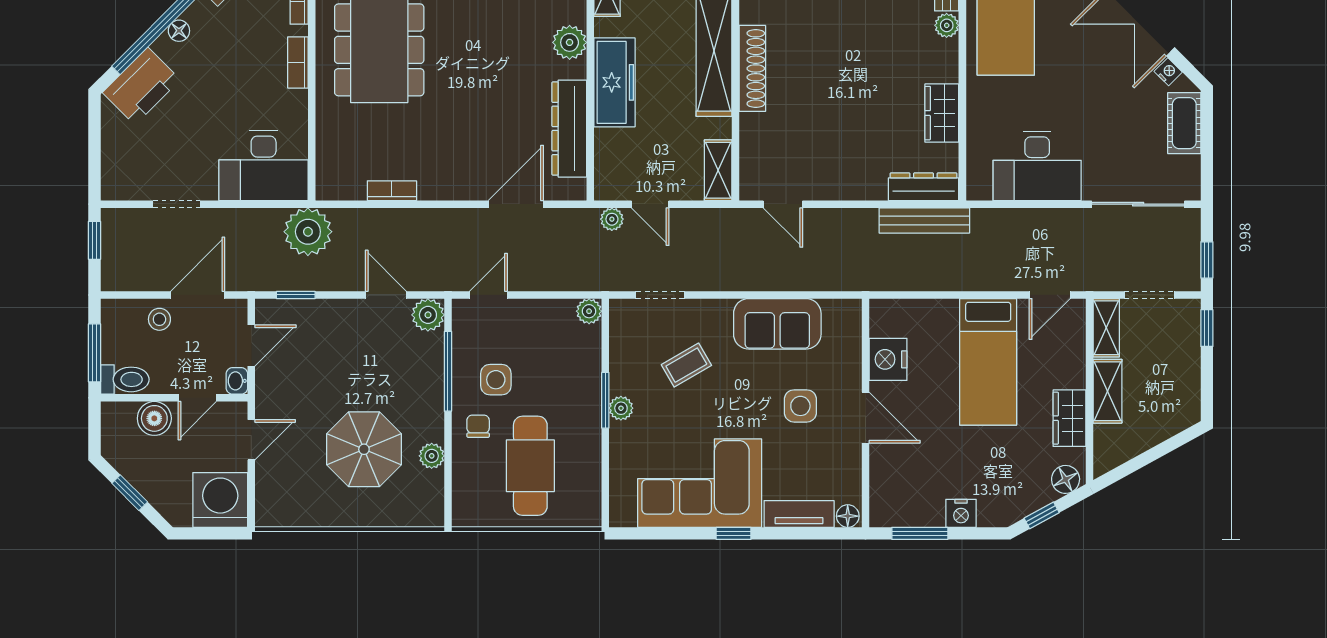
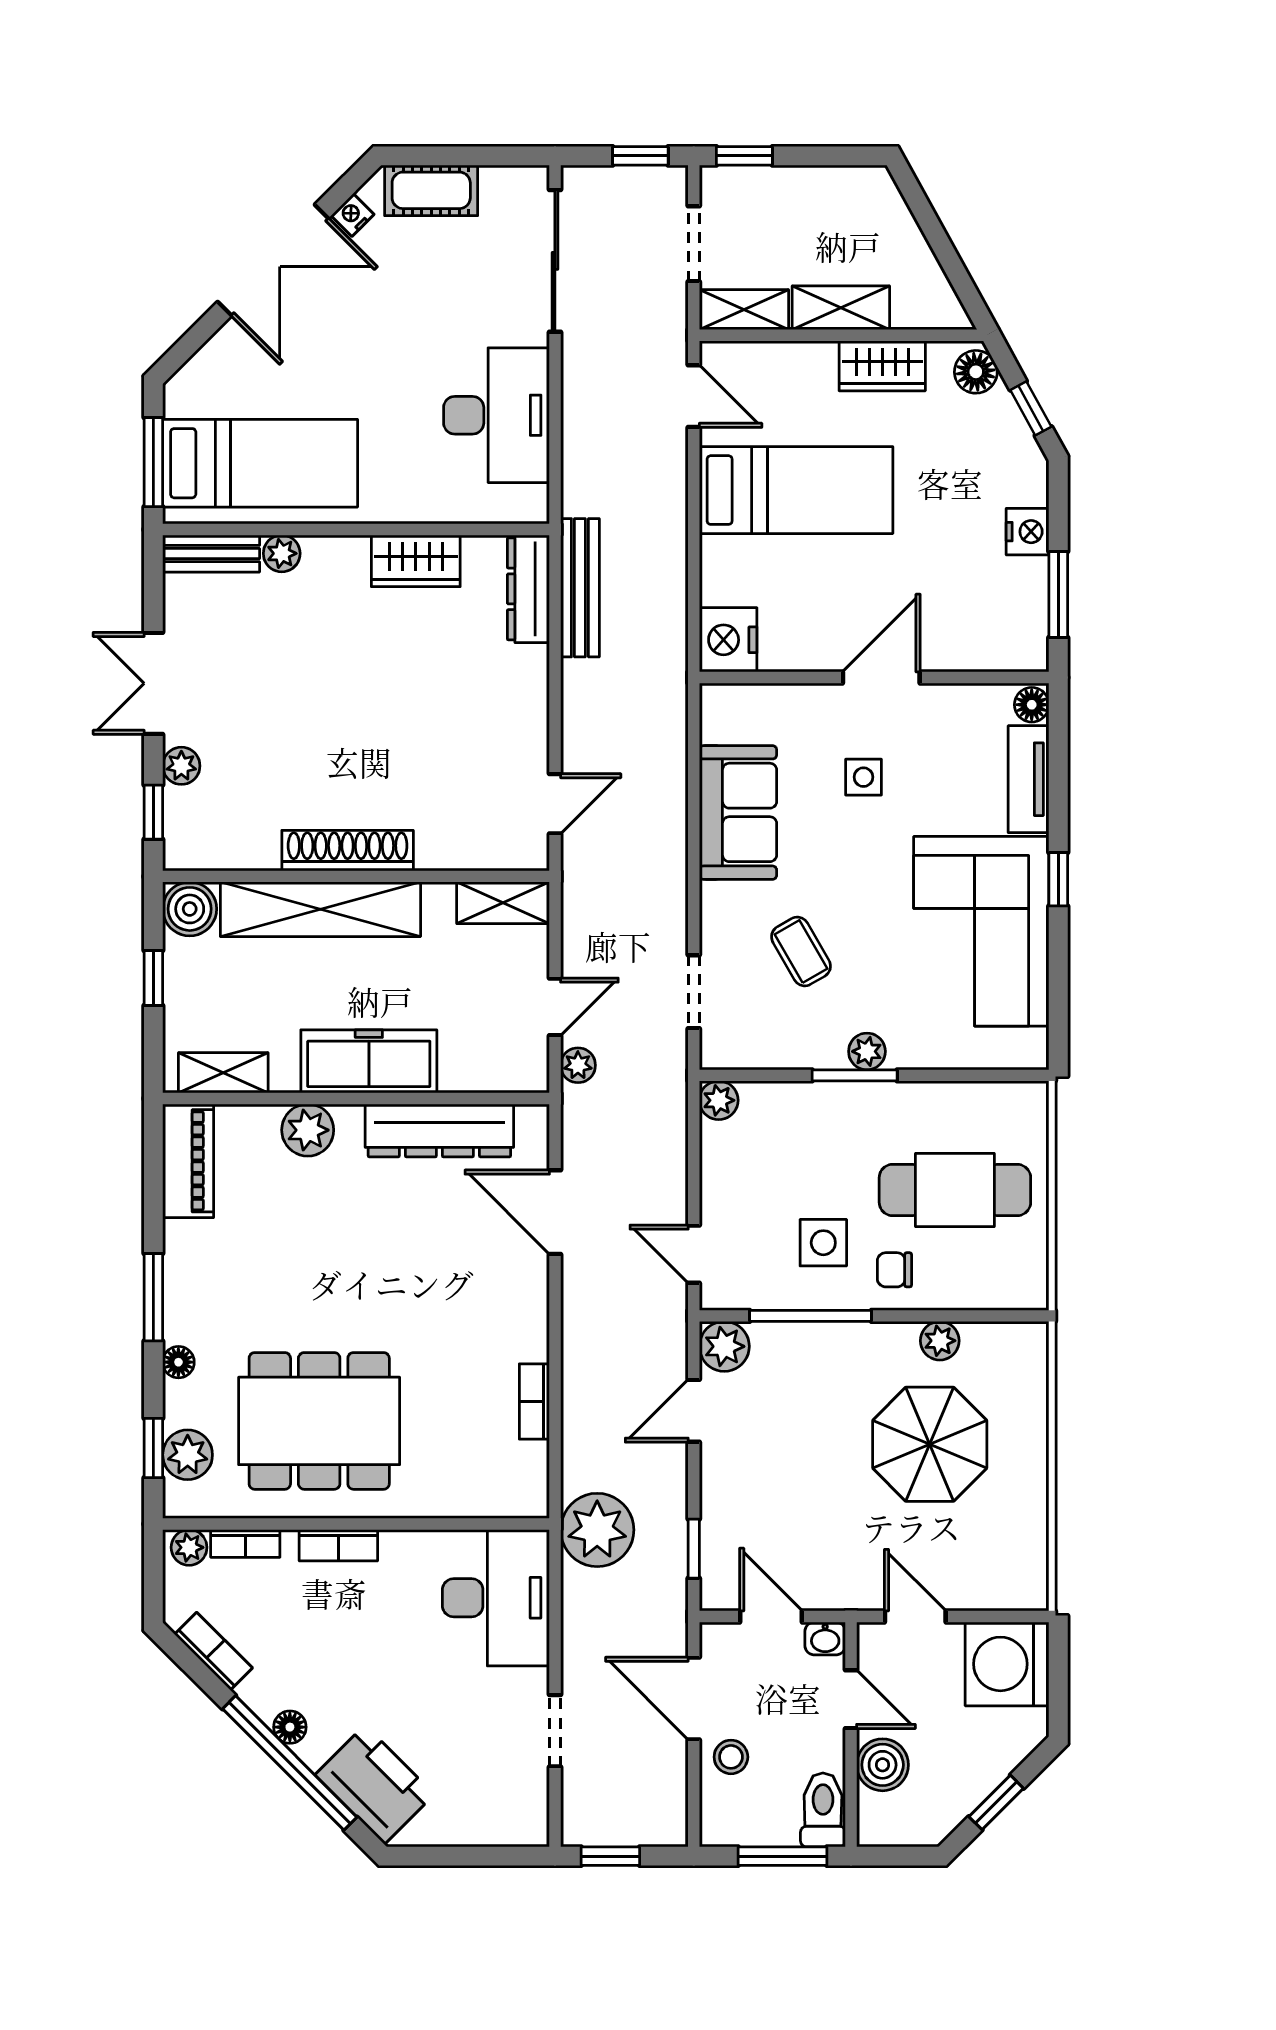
nightstand: (888, 359) -> (728, 640), moved, turned 90
side table: (800, 406) -> (863, 777), width x0.73, depth x0.73

